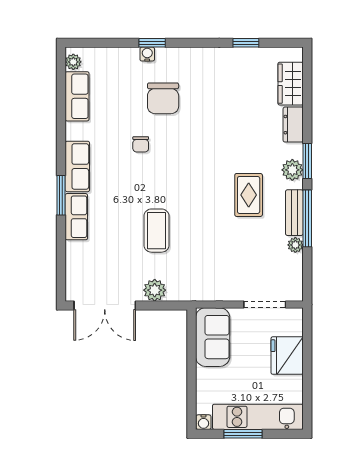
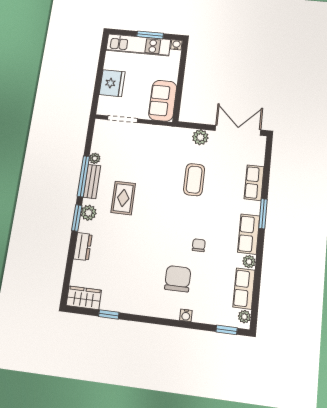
window: (152, 43) -> (227, 330), moved
wardrobe: (291, 84) -> (84, 298), moved, turned -90
plant: (74, 131) -> (249, 262), added
row of seats: (76, 217) -> (254, 183), moved

